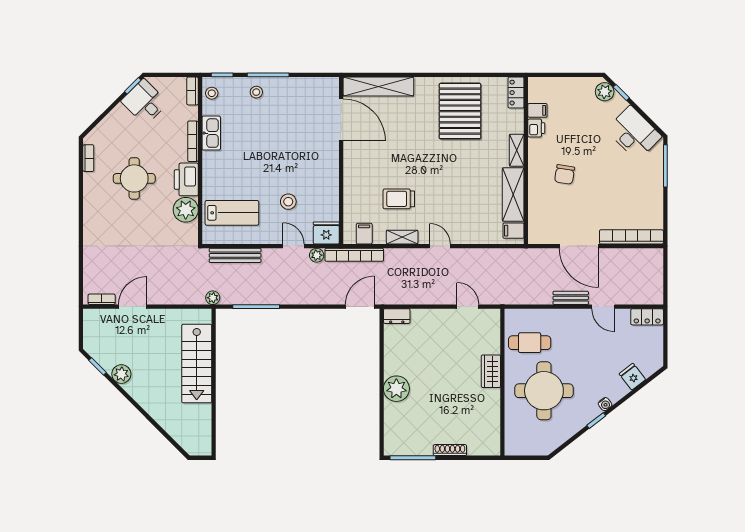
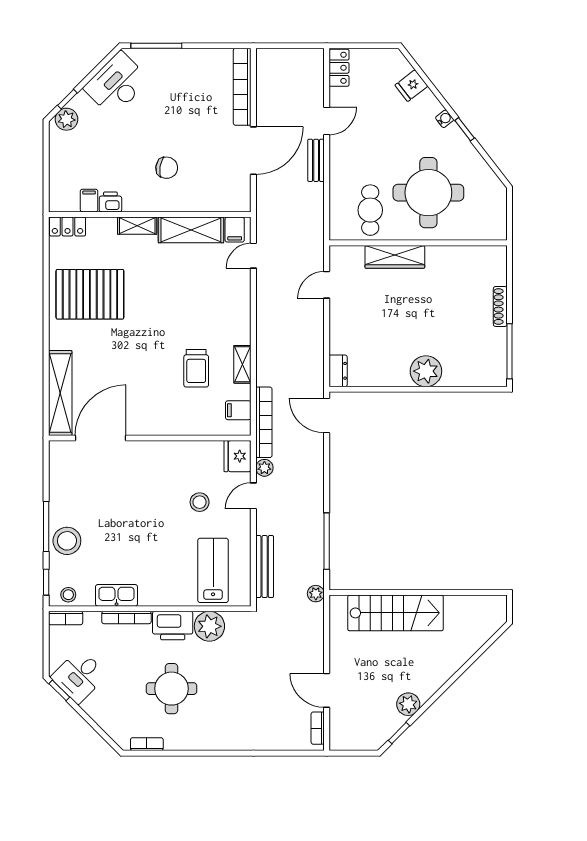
stool: (256, 92) -> (67, 541), width x1.89, depth x1.89
door: (440, 246) -> (253, 256), moved
wardrobe: (491, 371) -> (395, 257), width x1.50

